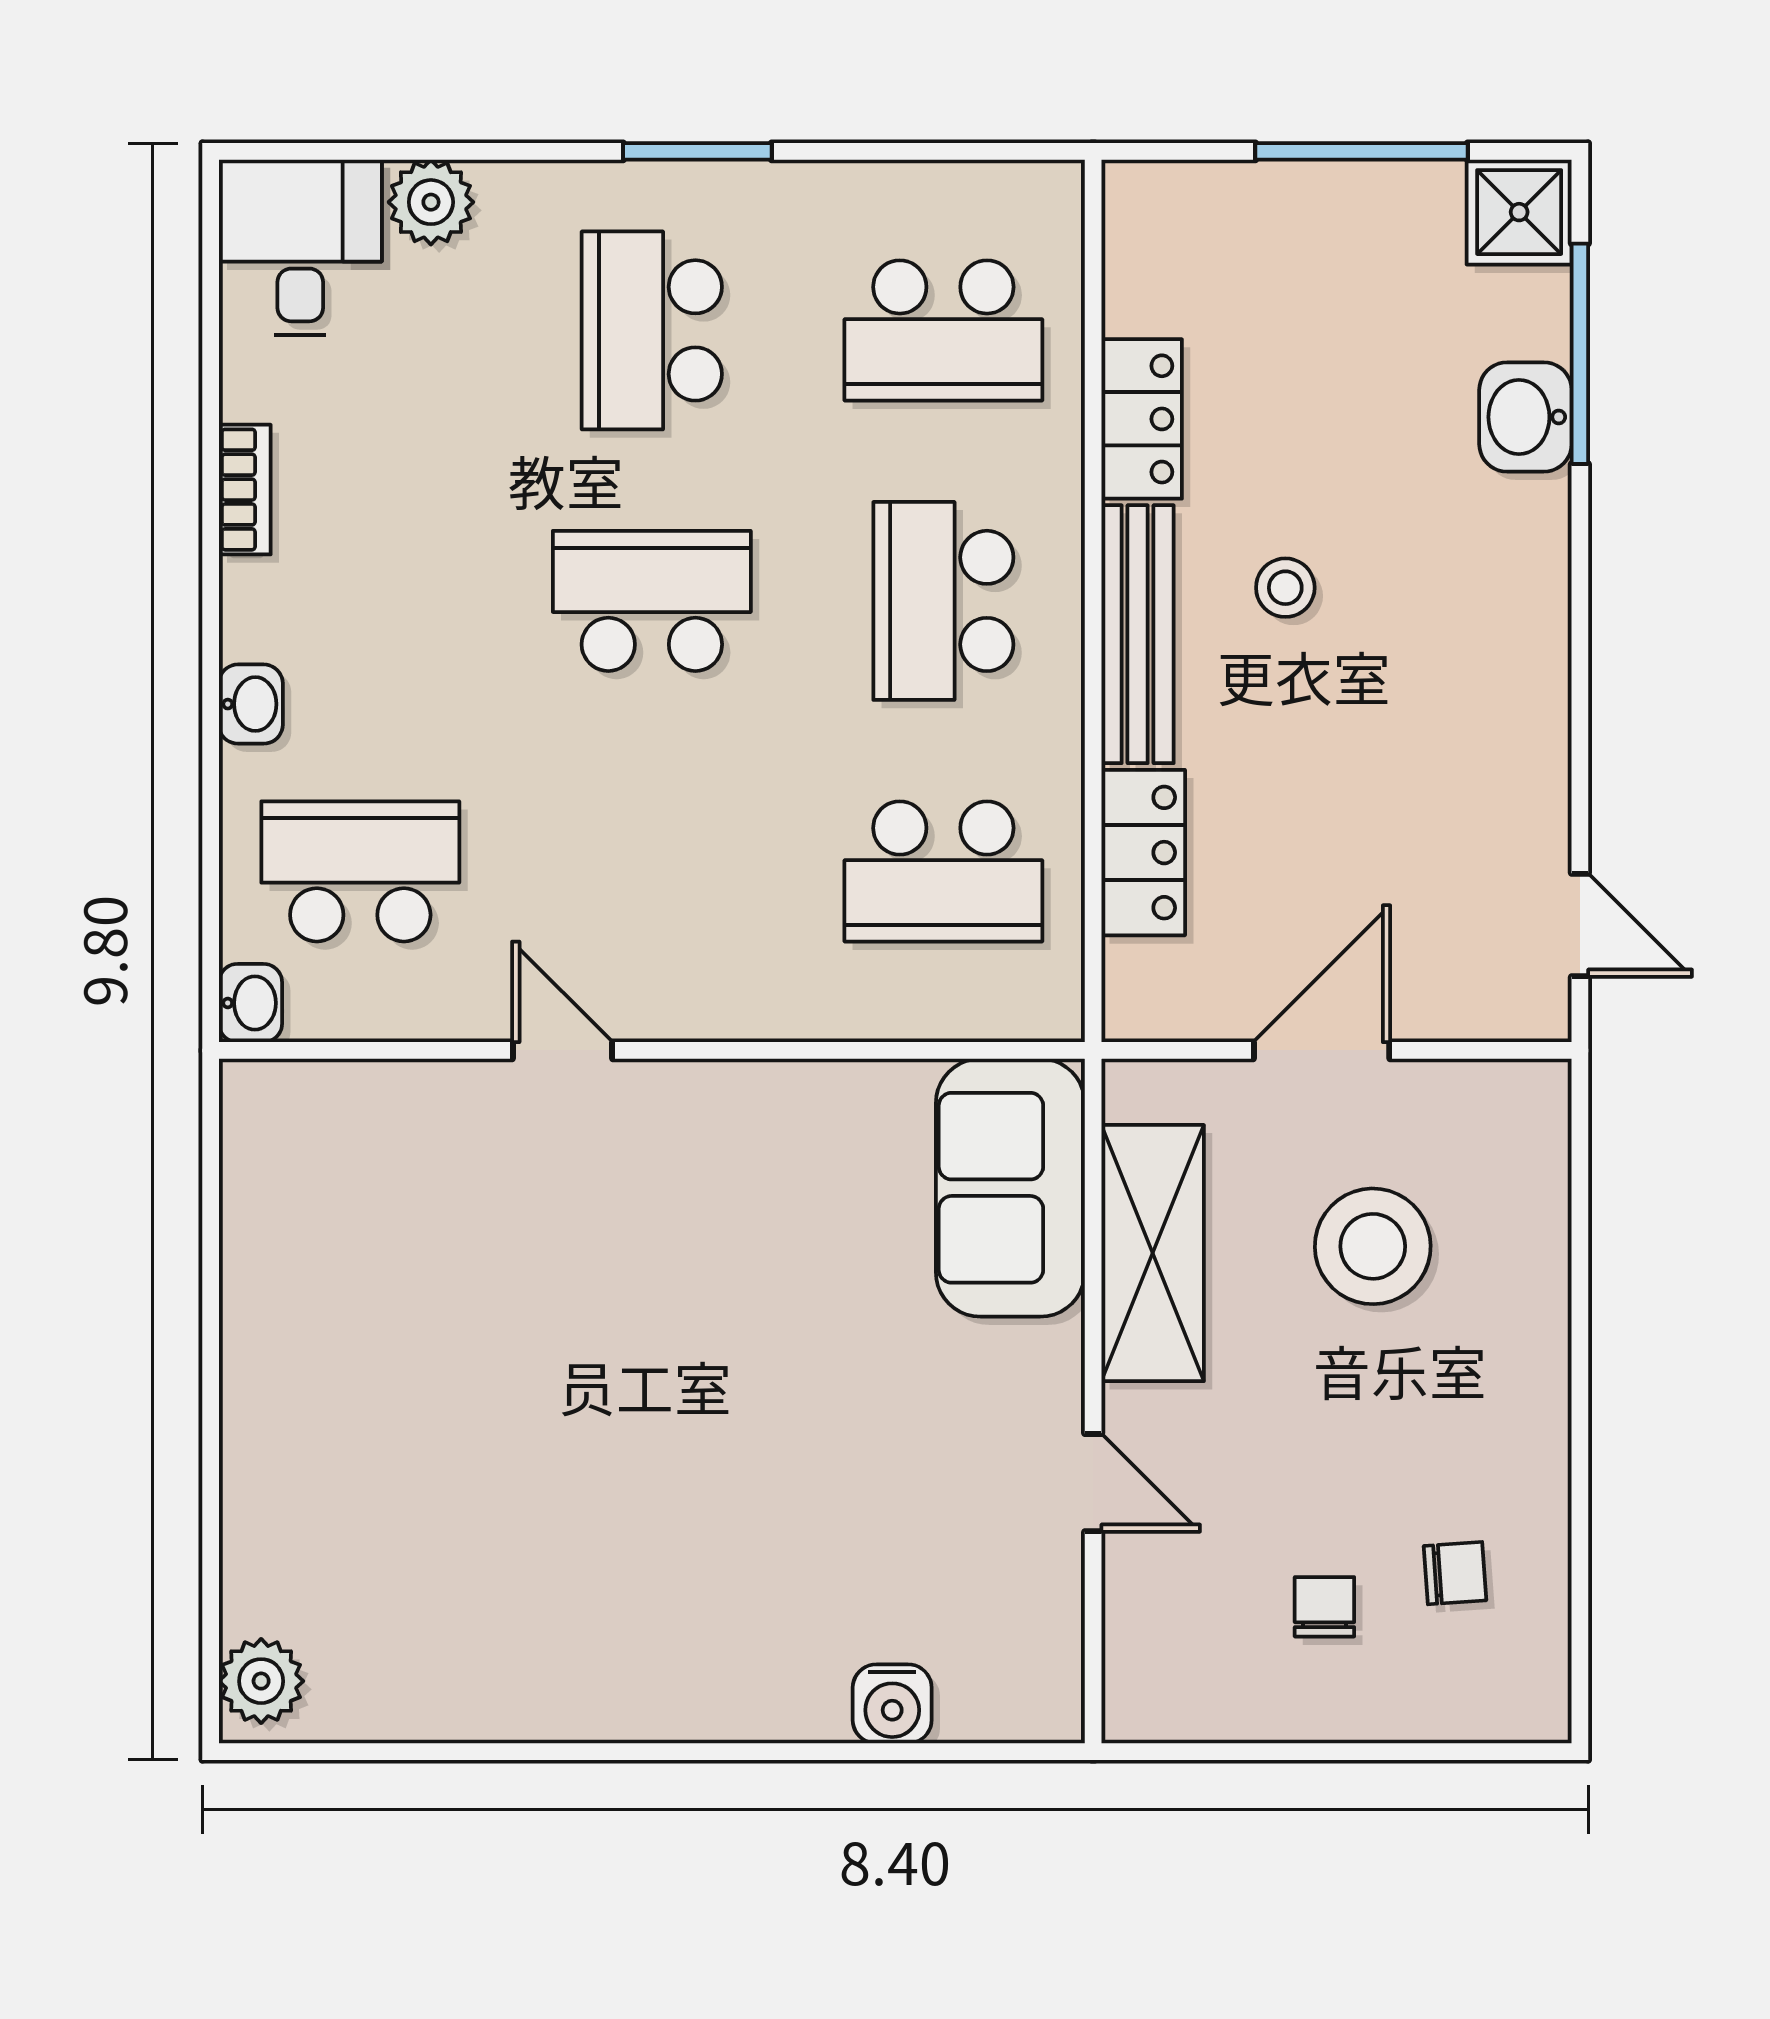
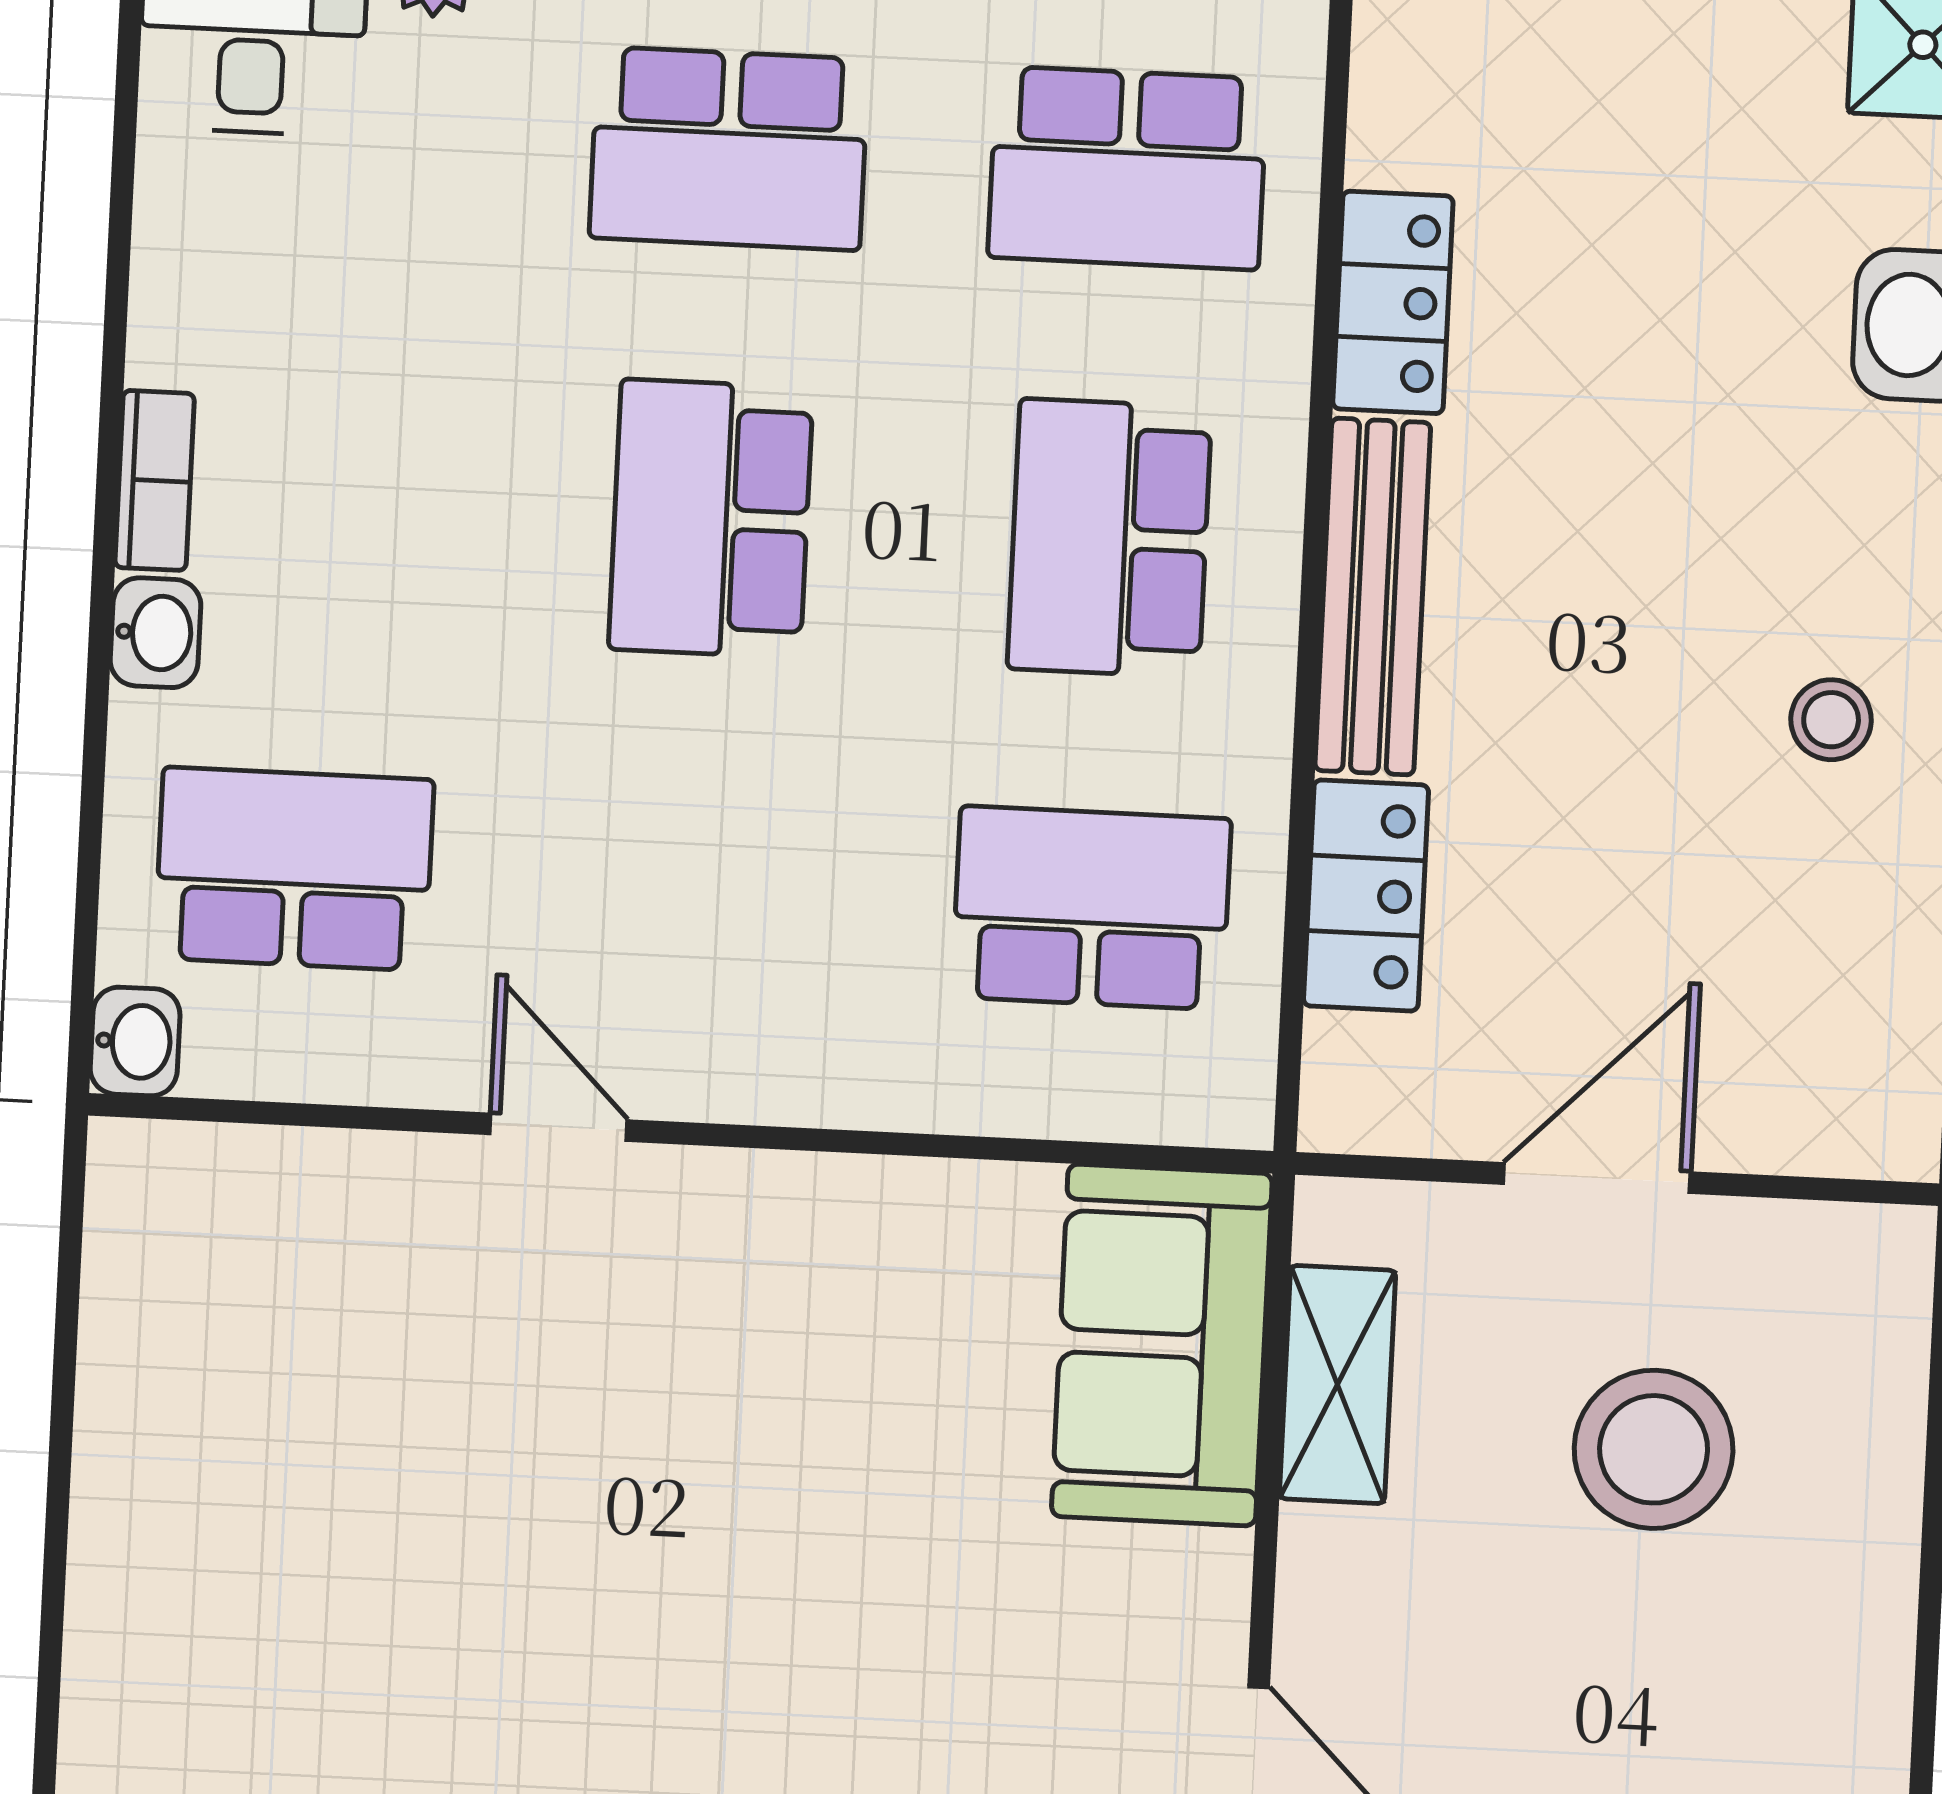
school desk: (652, 330) -> (729, 149), turned -90
bookcase: (245, 490) -> (155, 480), moved
stool: (1285, 588) -> (1831, 720), moved
school desk: (652, 601) -> (711, 518), turned -90
school desk: (943, 871) -> (1091, 908), turned 180
shelving: (1153, 1253) -> (1337, 1385), width x0.67, depth x0.75

